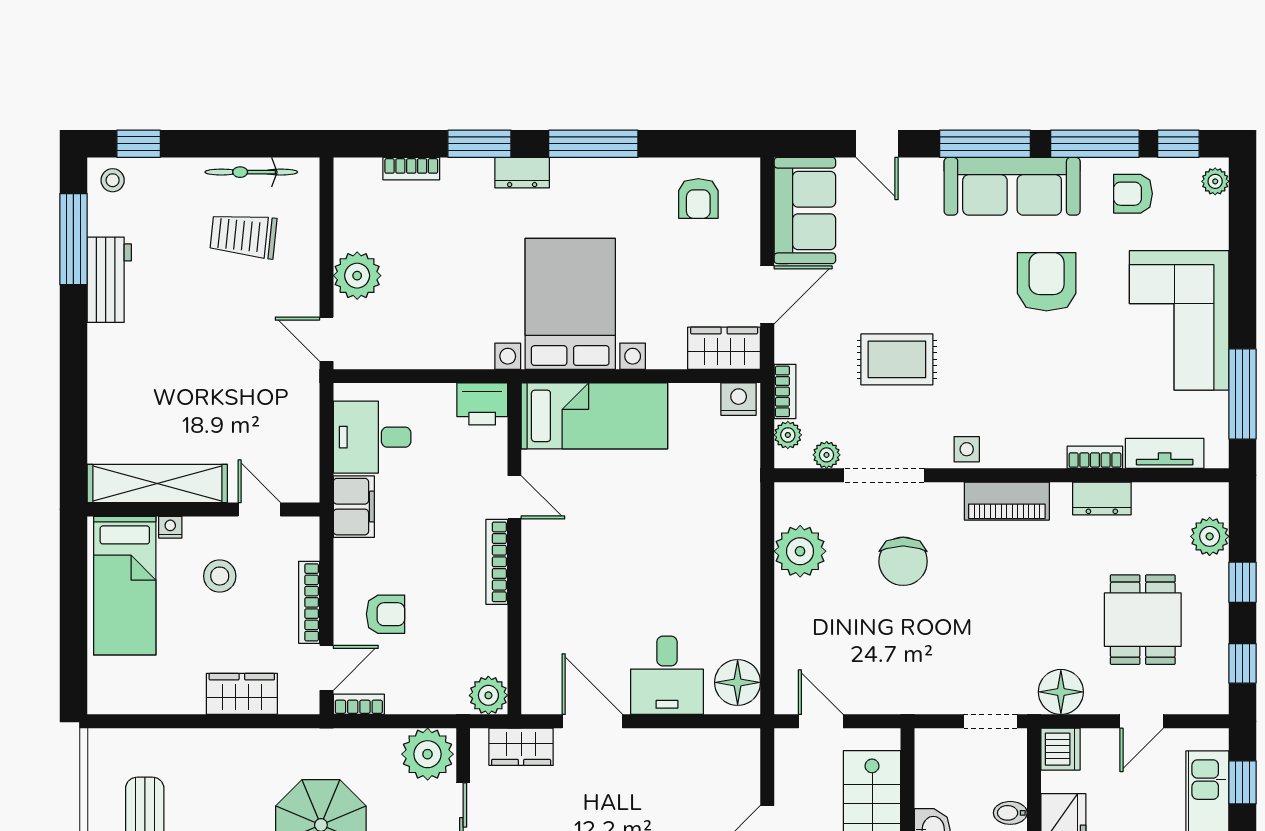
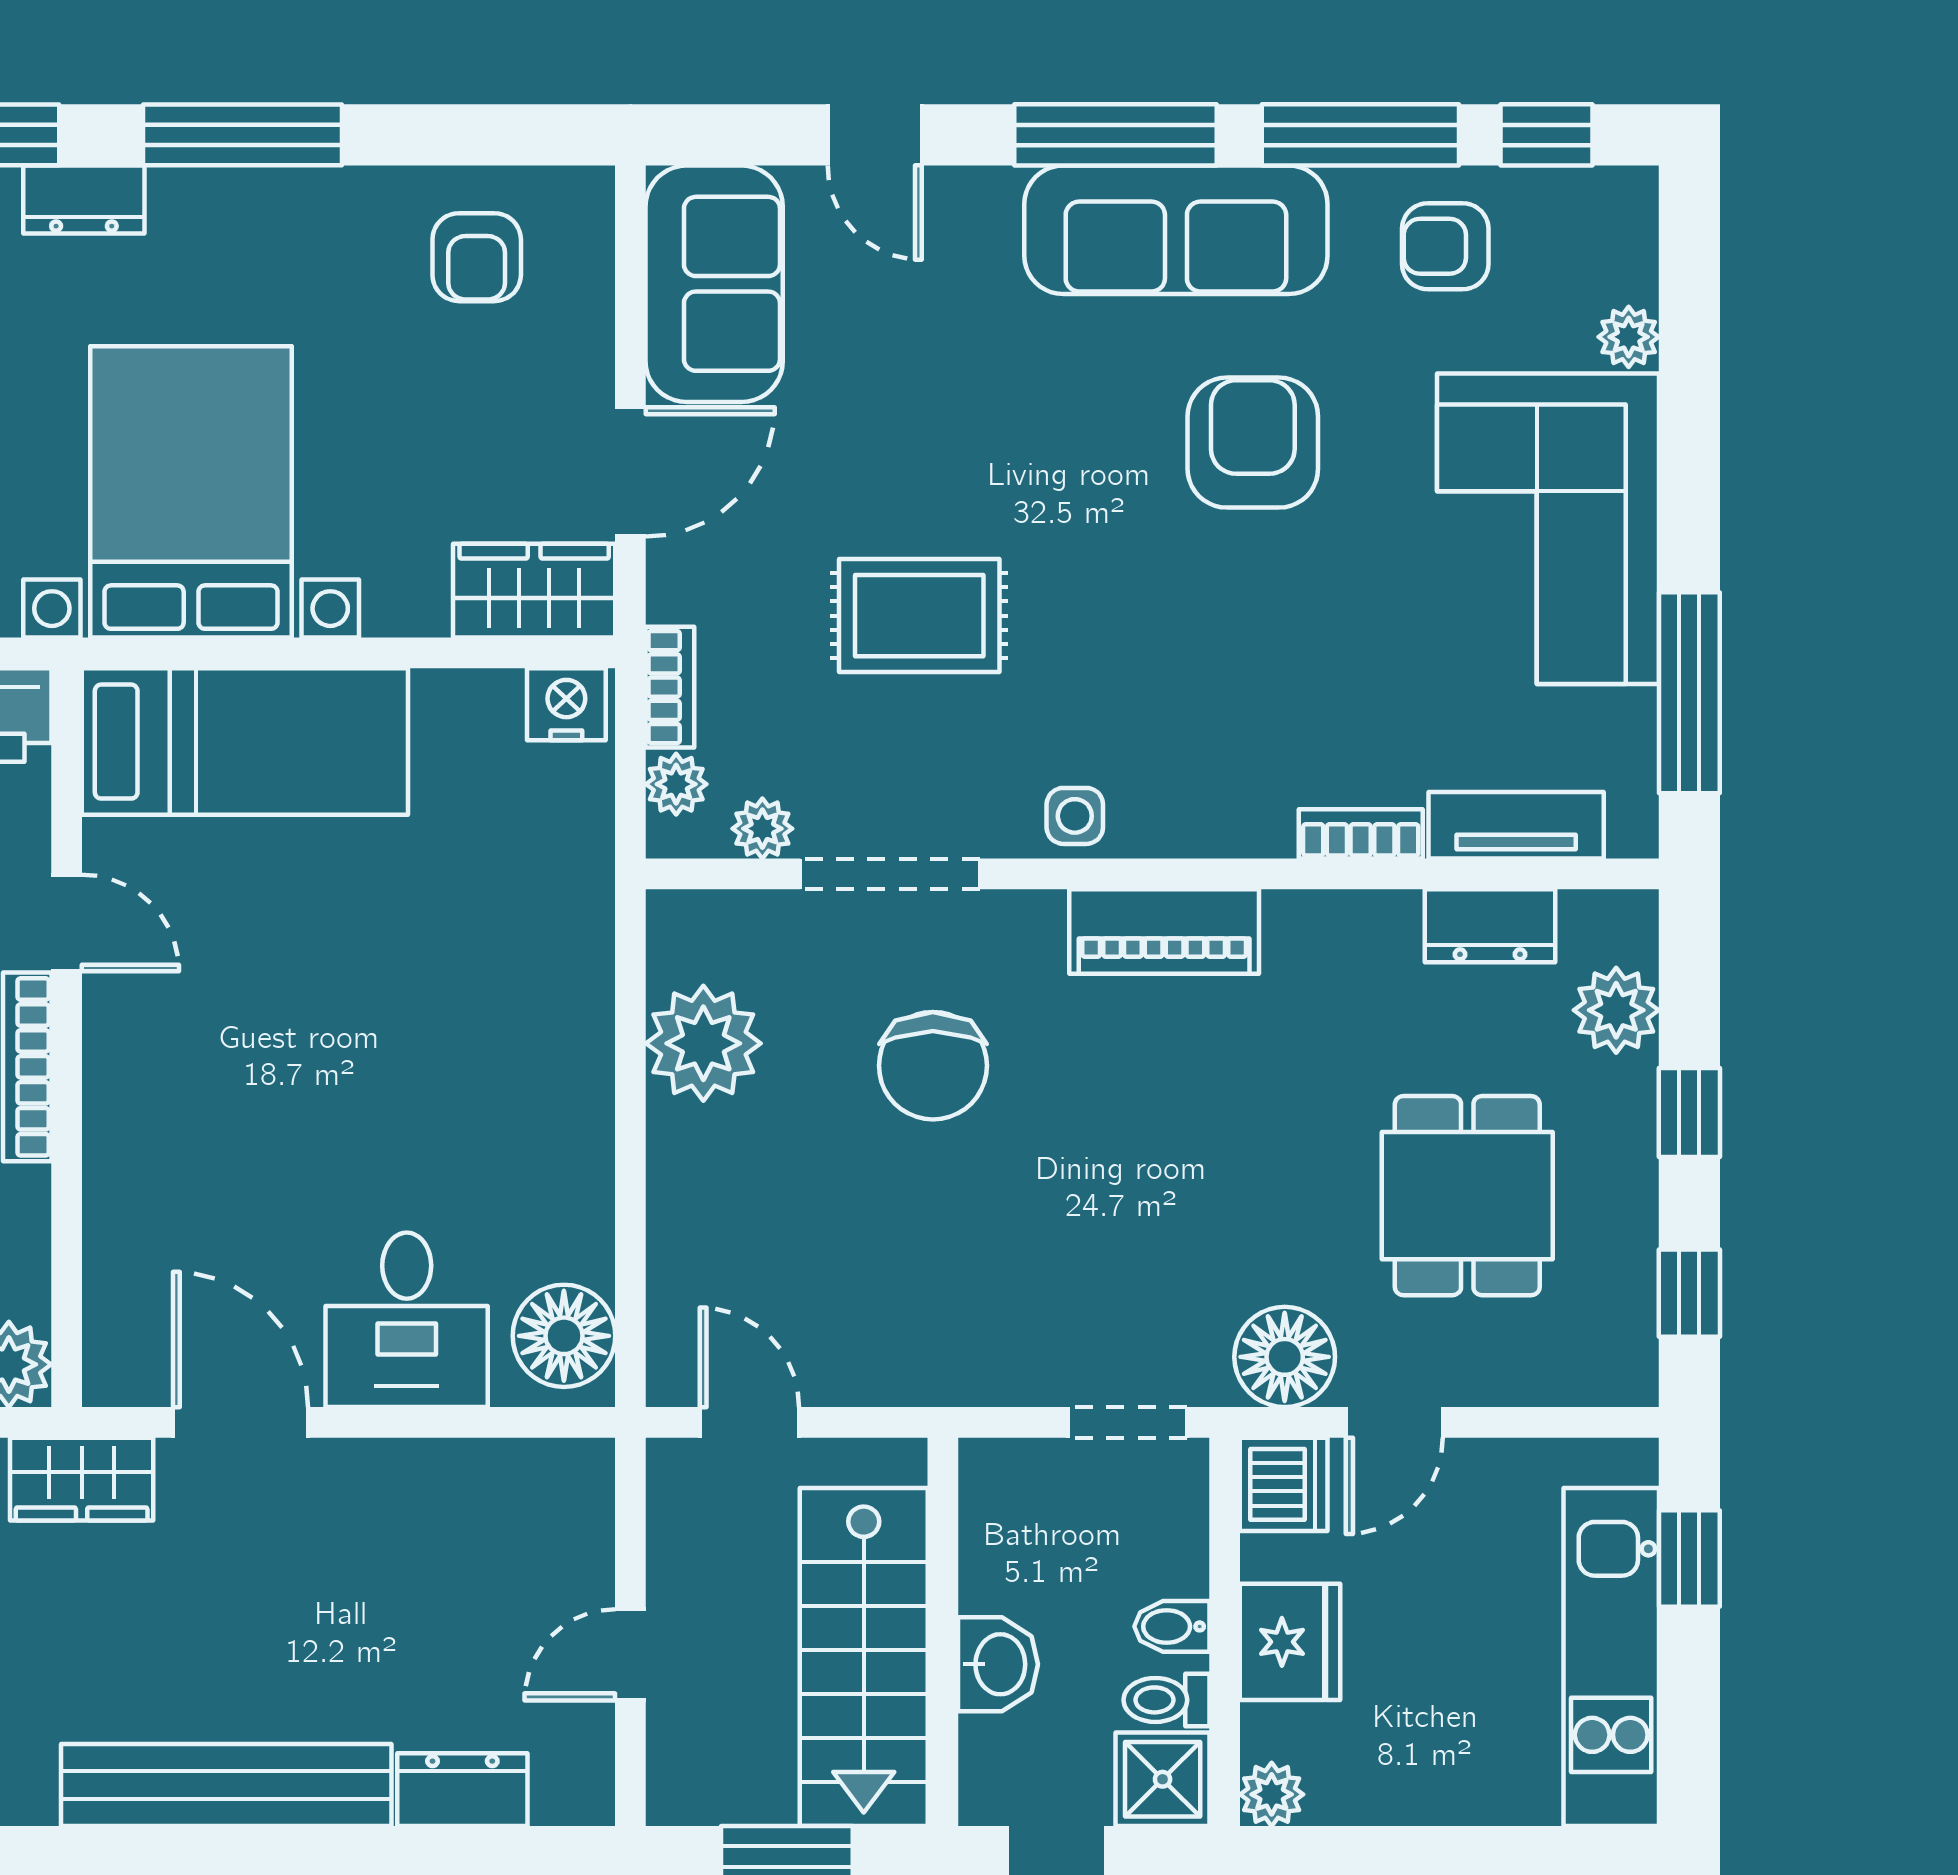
plant: (1215, 181) -> (1629, 337), moved
dresser: (1102, 499) -> (1490, 926), moved
door: (1142, 721) -> (1394, 1422), moved

